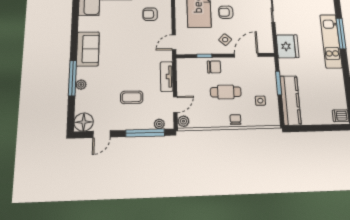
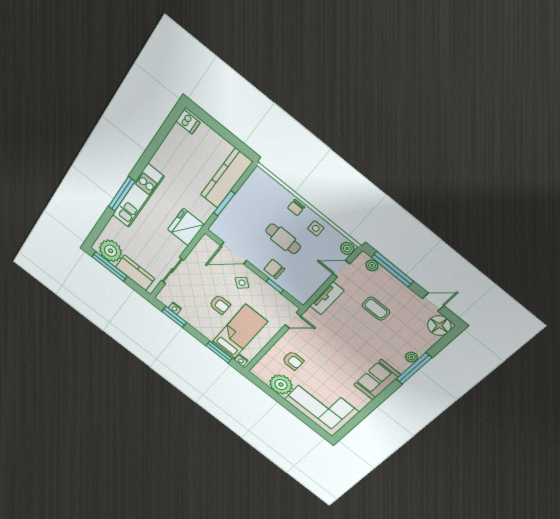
side table: (260, 101) -> (316, 228), moved

